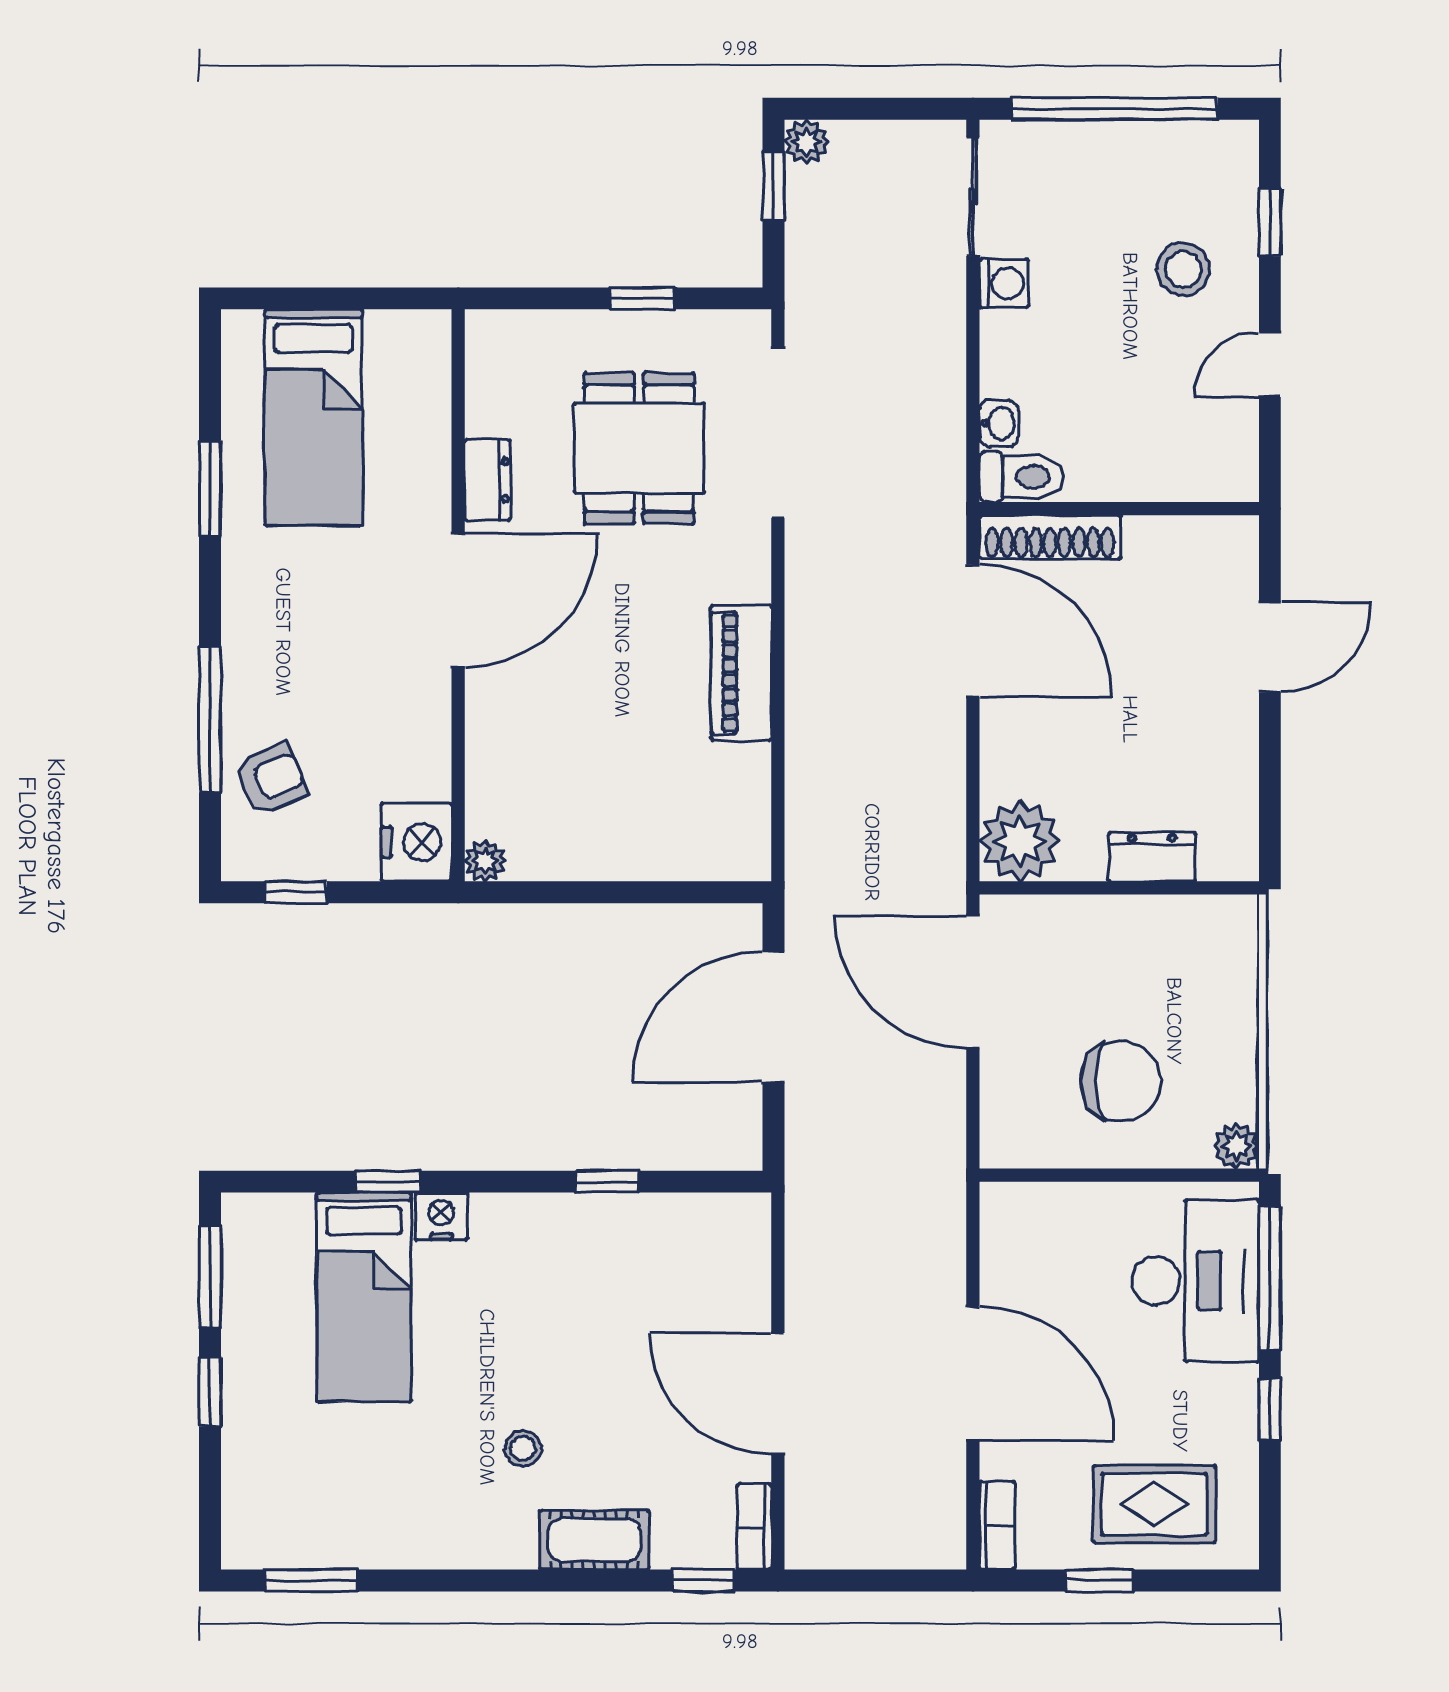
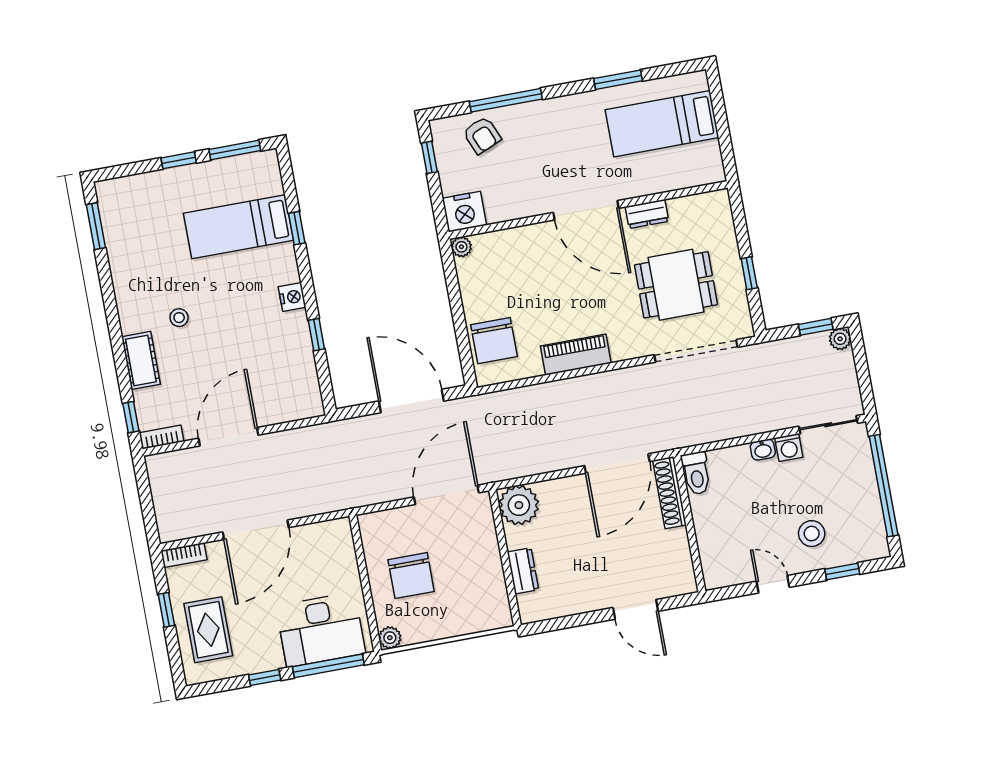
washbasin: (999, 423) -> (763, 450), moved
chair: (684, 831) -> (494, 341), added
nightstand: (441, 1216) -> (292, 297), moved

